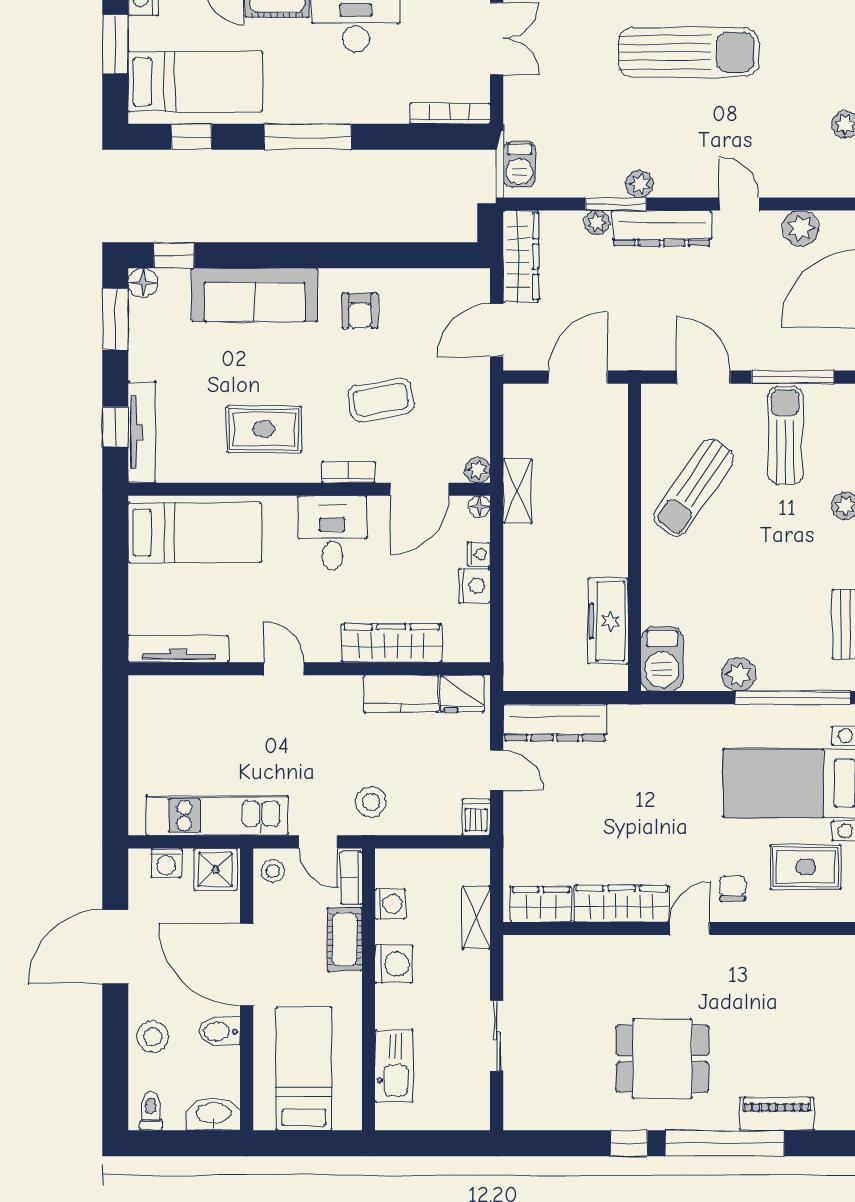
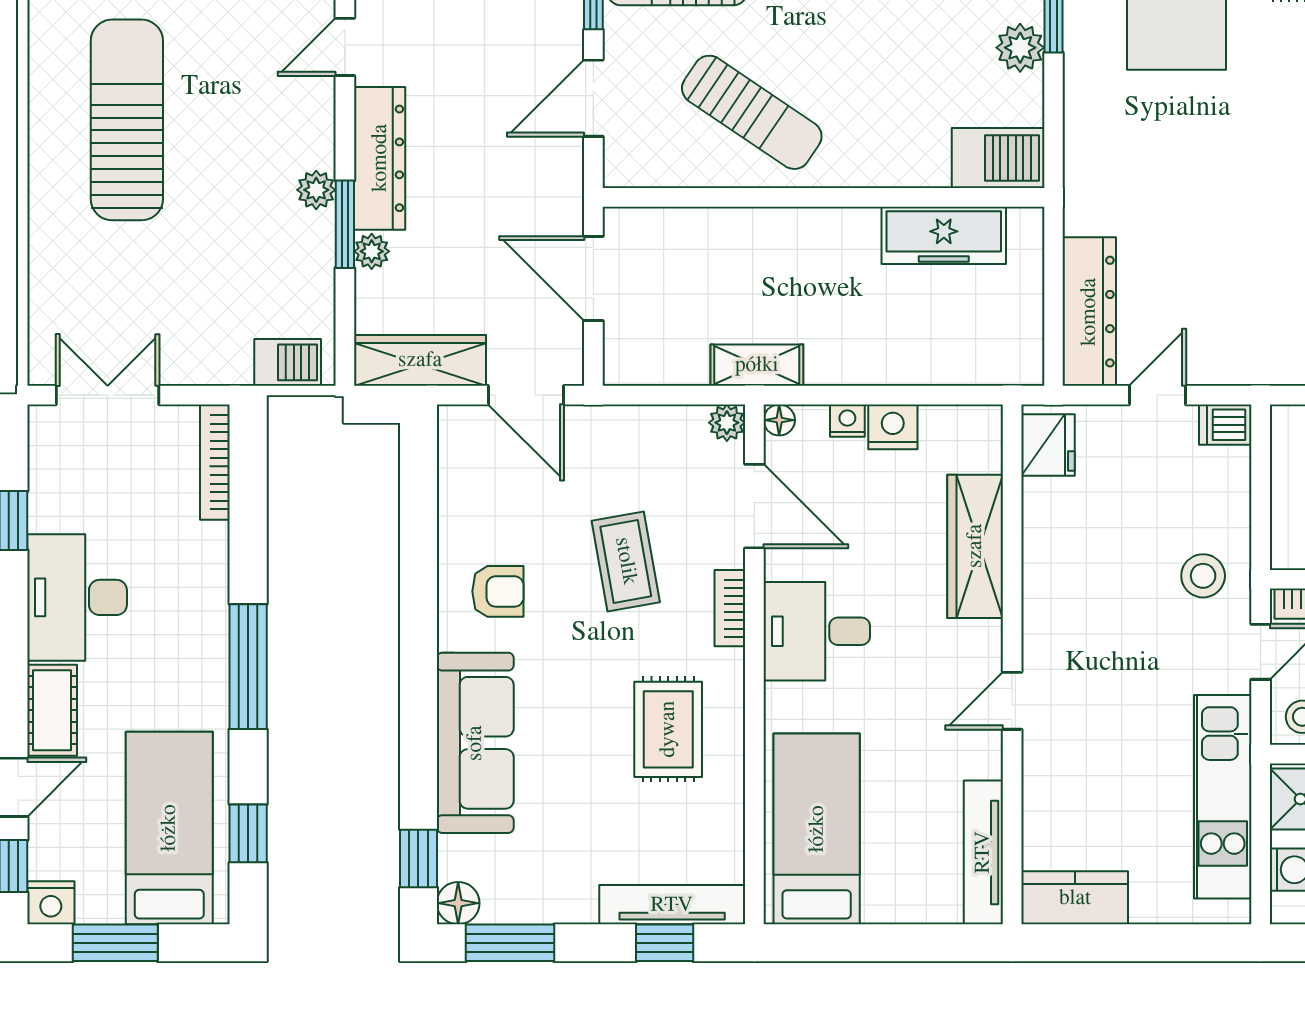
kitchen counter: (401, 694) -> (1075, 898), moved, turned -90

